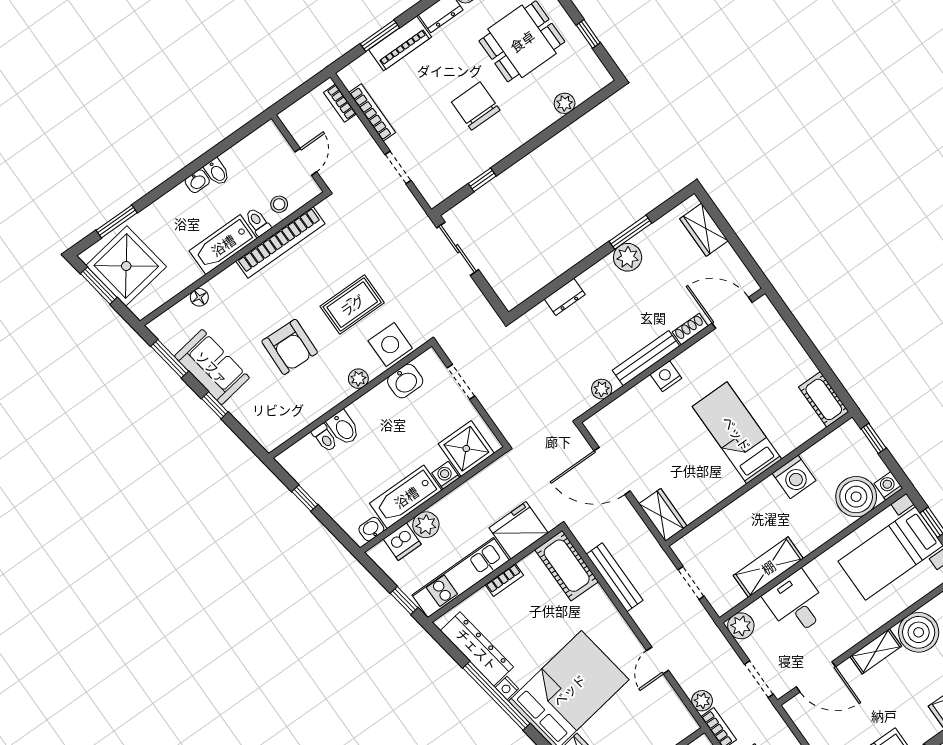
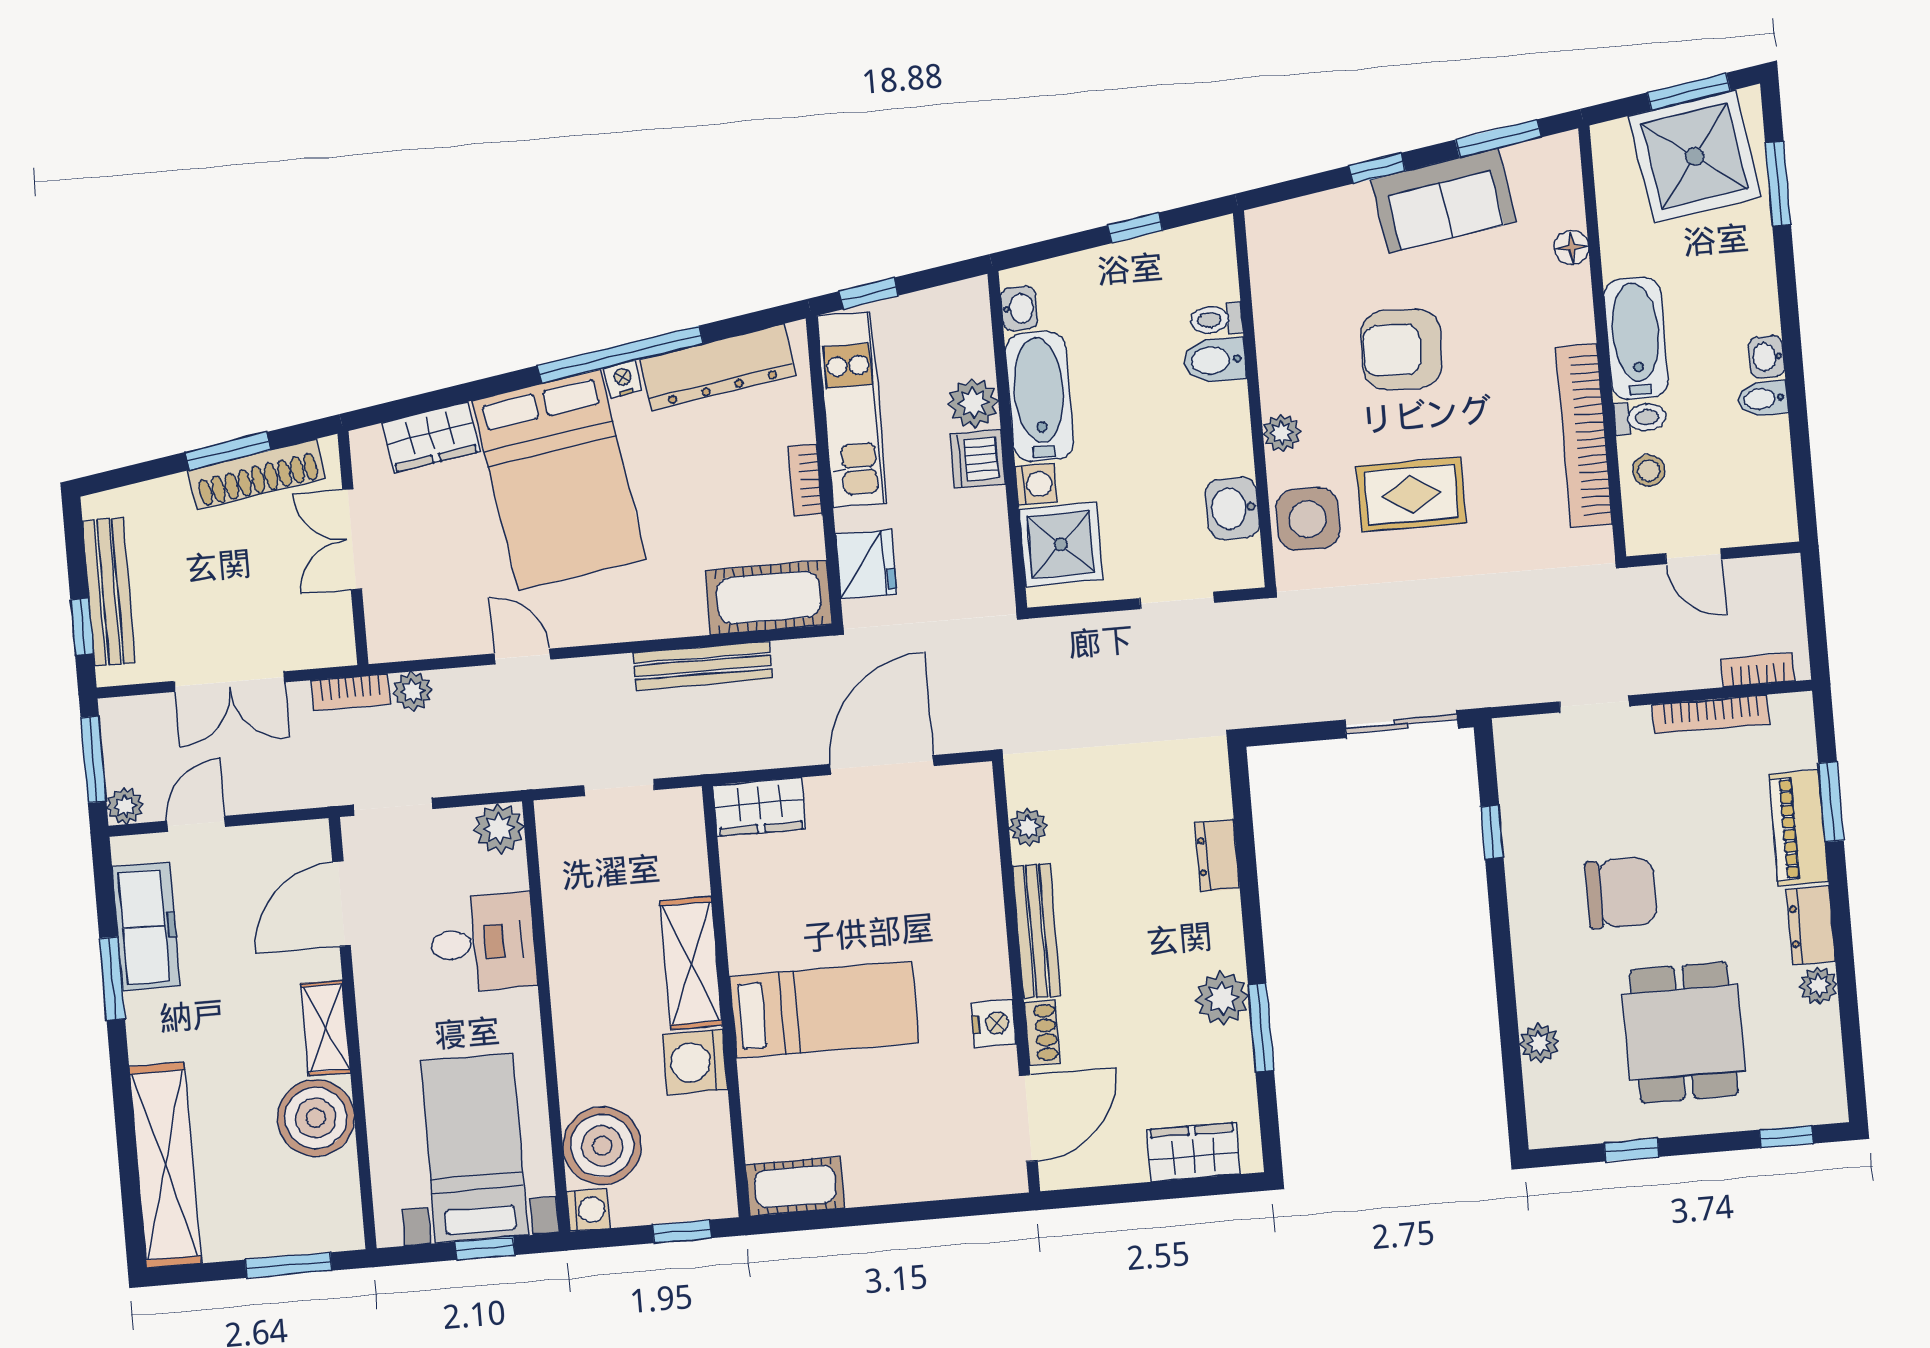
rug: (352, 305) -> (1411, 495), turned 90
nightstand: (666, 376) -> (994, 1023), moved
fridge: (518, 530) -> (866, 564), width x0.73, depth x0.75
dishwasher: (402, 542) -> (978, 459), moved
shelving: (768, 567) -> (691, 963), moved

